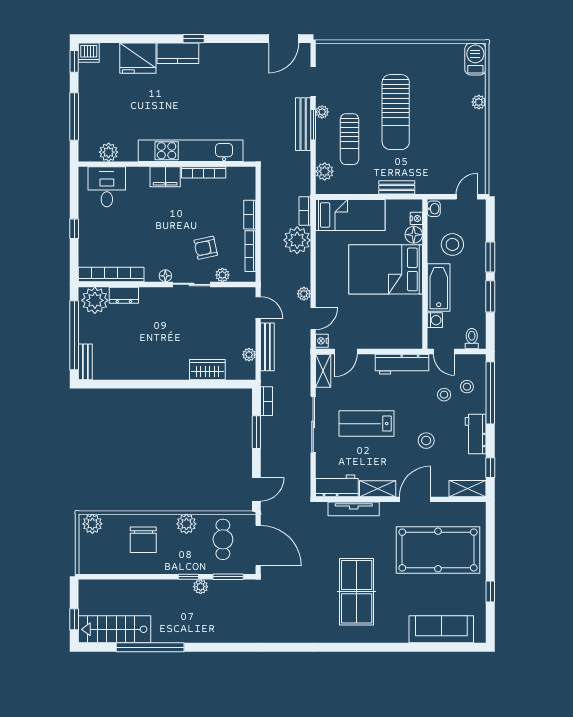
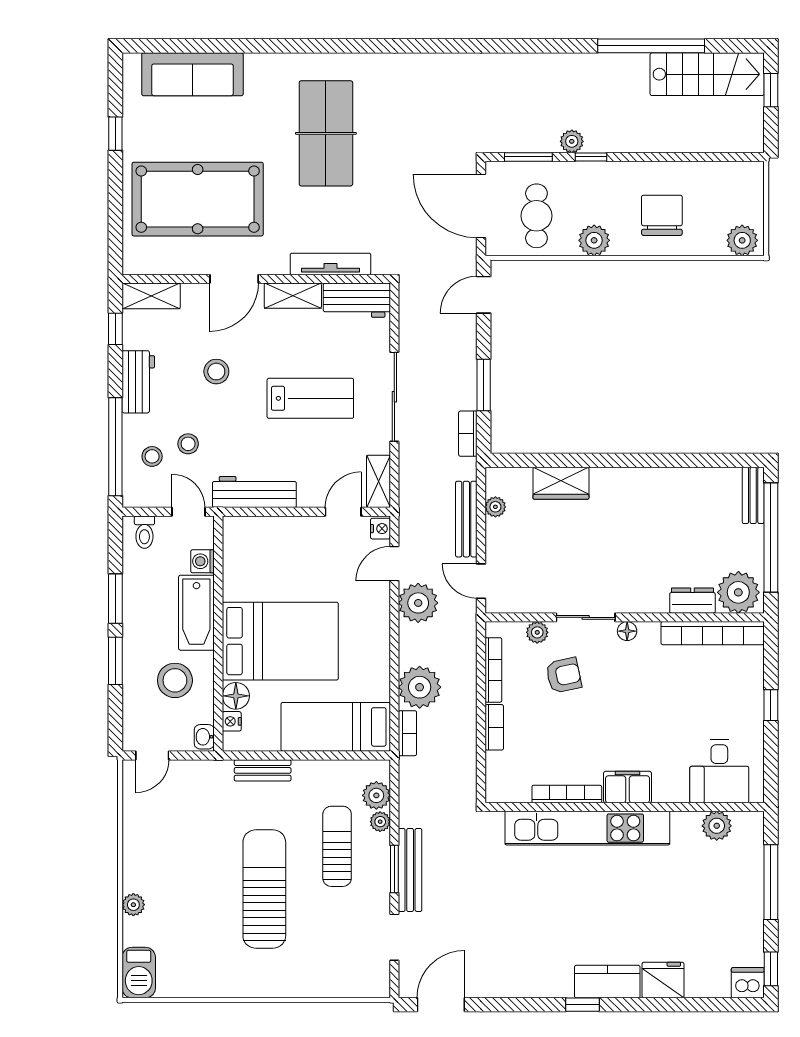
fridge: (138, 58) -> (663, 980), width x0.73, depth x0.75
plant: (322, 112) -> (380, 822), moved
plant: (304, 294) -> (418, 603), width x1.88, depth x1.88

